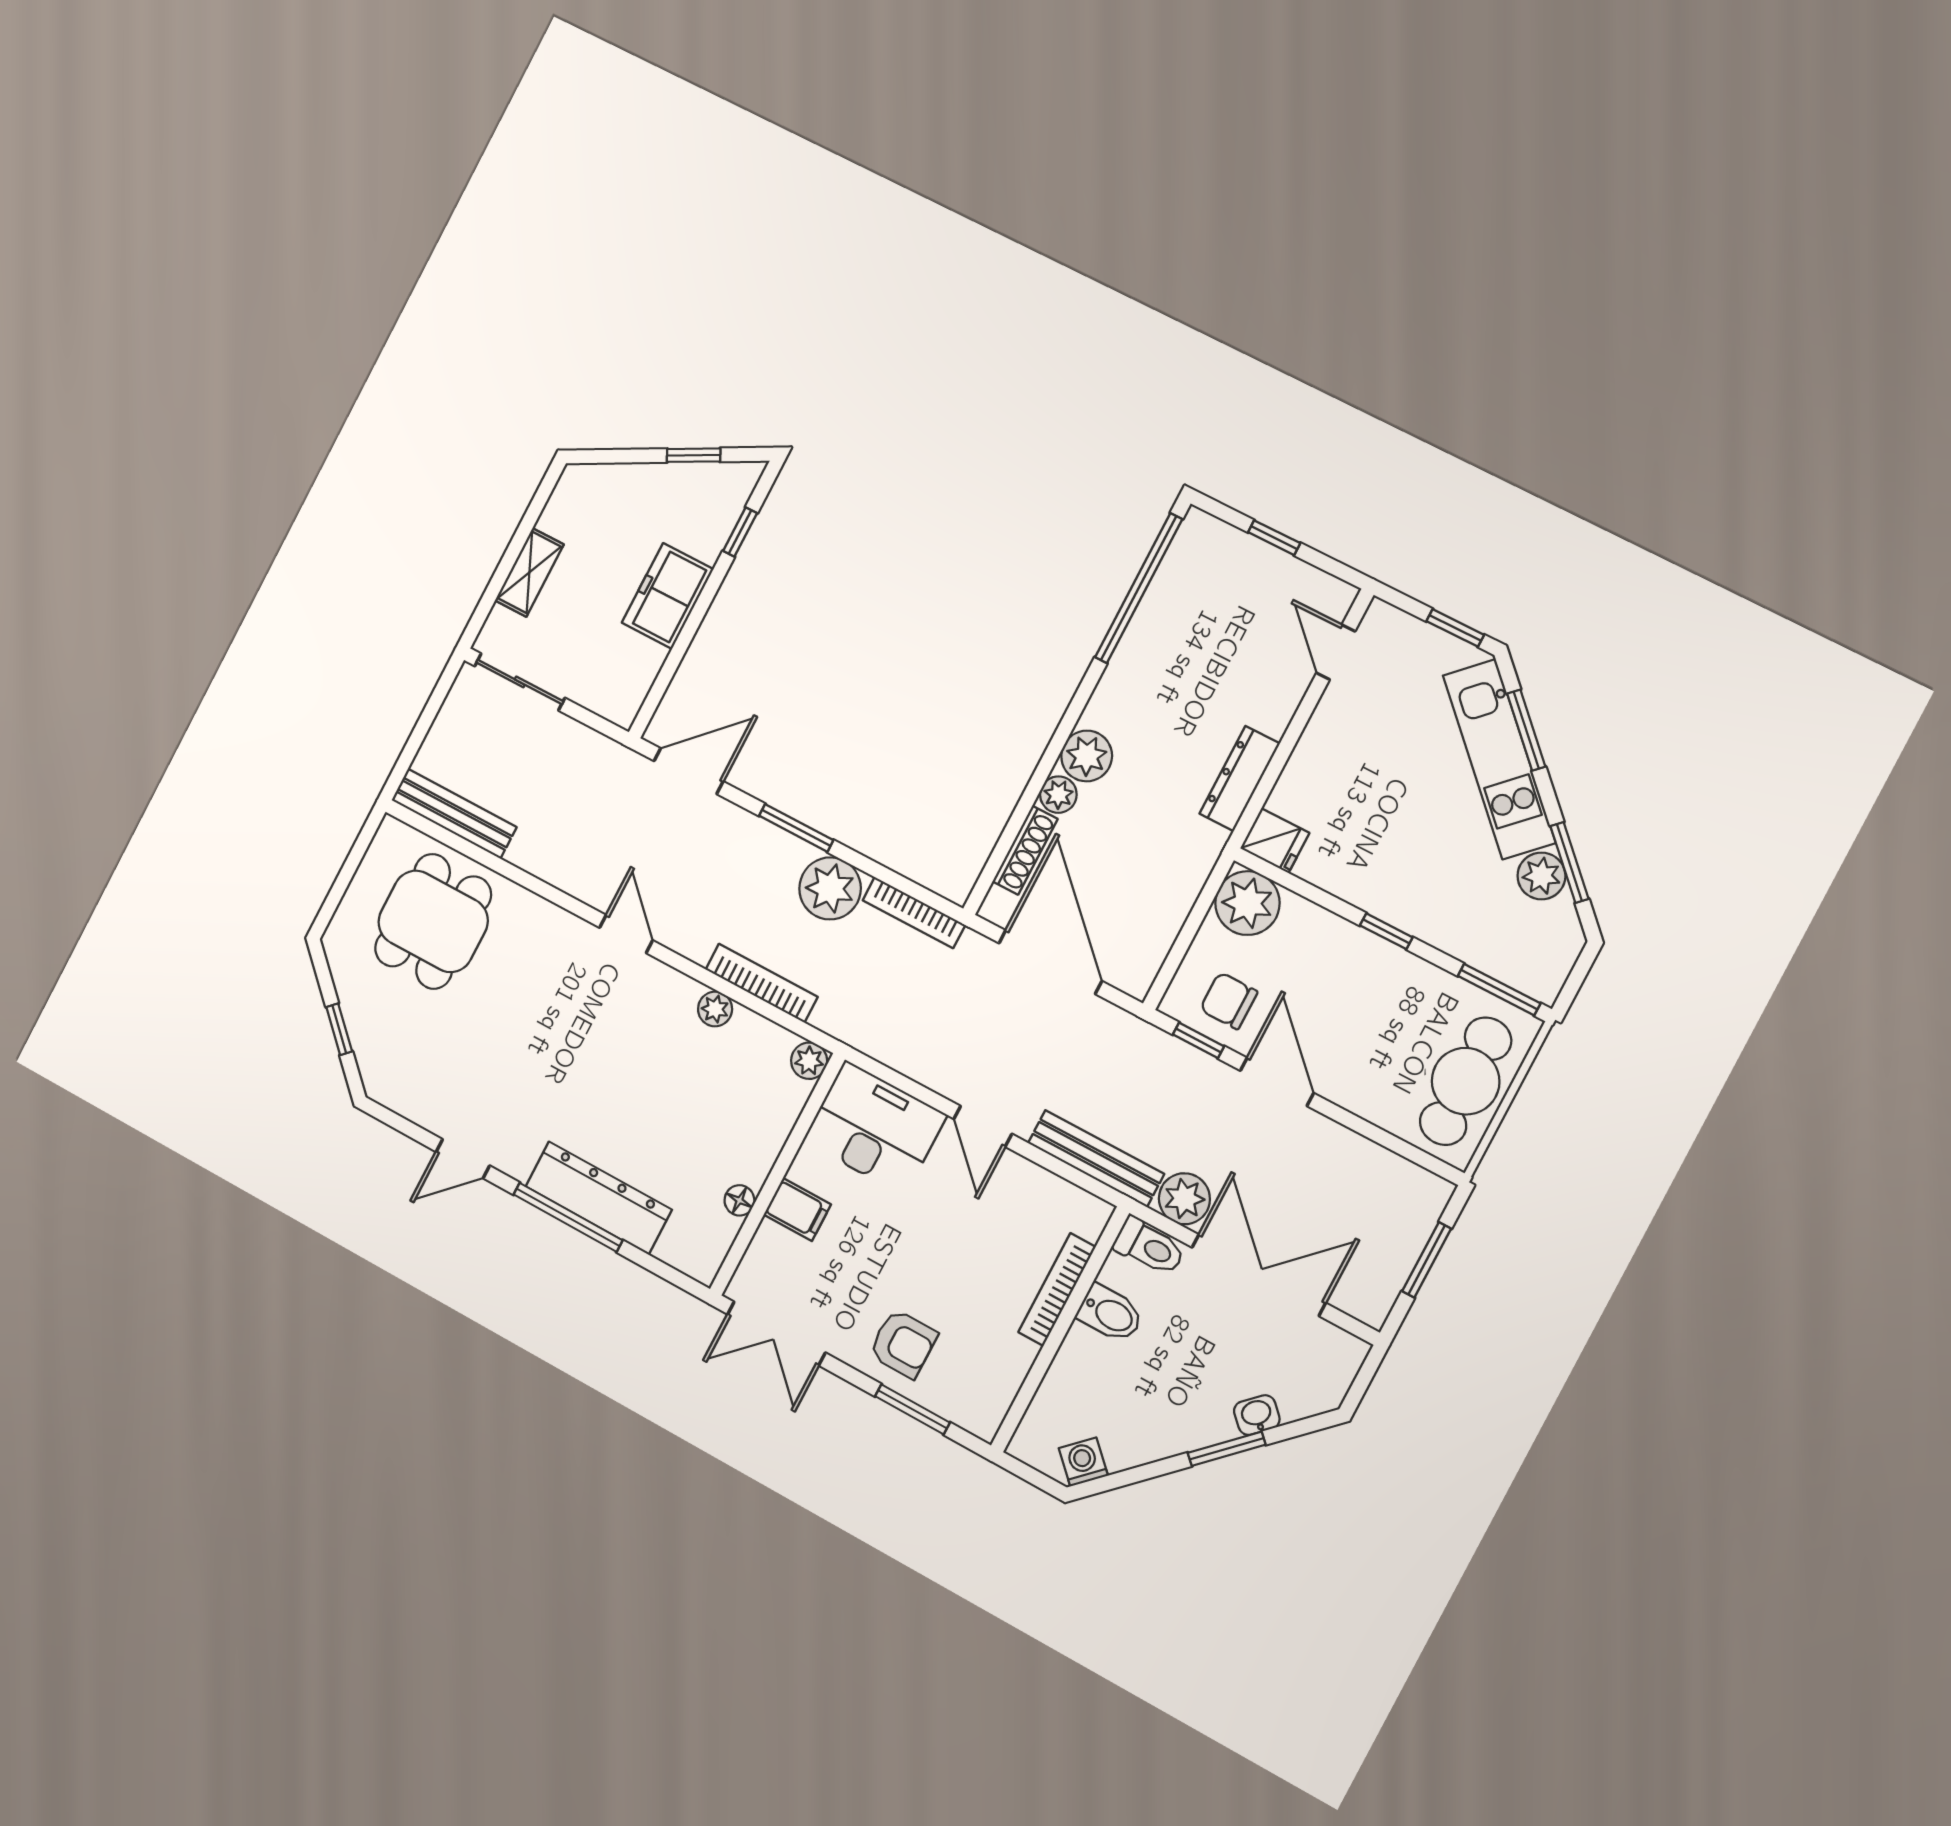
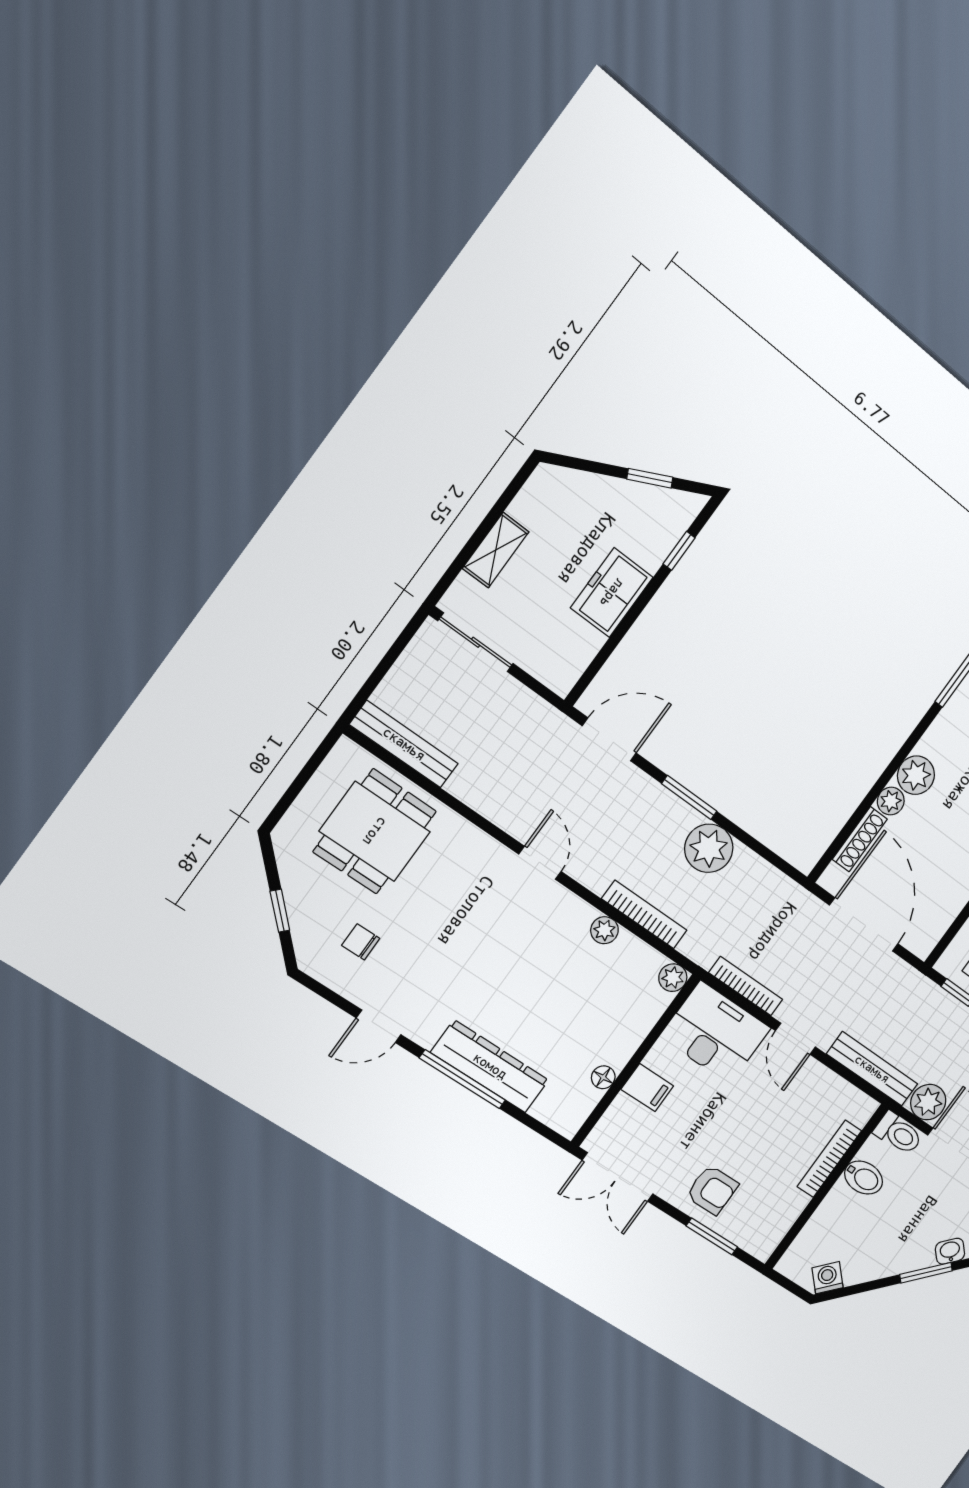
bookcase: (914, 913) -> (746, 986), moved, turned 180
chair: (432, 1056) -> (361, 942), added

